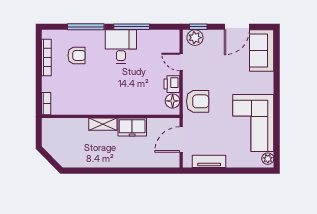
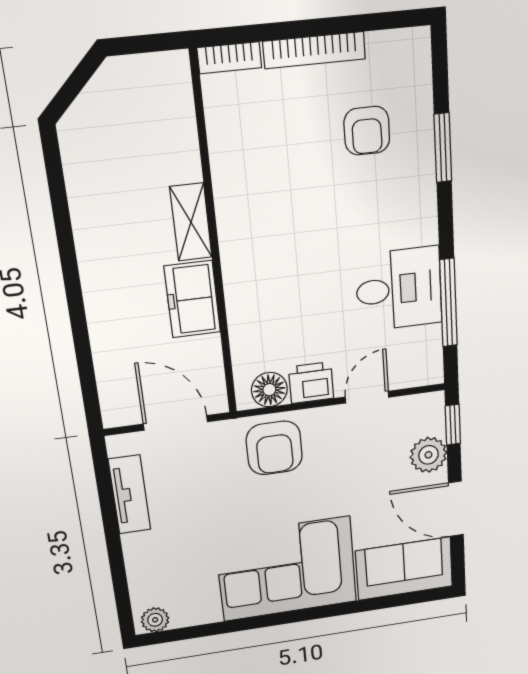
window: (86, 27) -> (443, 148), width x0.69
window: (132, 27) -> (448, 303), moved
plant: (195, 38) -> (428, 455), moved
desk: (121, 46) -> (399, 289), moved
bookcase: (46, 57) -> (314, 50), moved
corner sofa: (253, 123) -> (287, 569), moved

